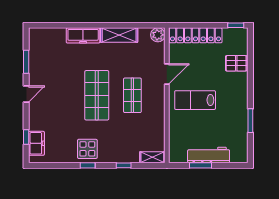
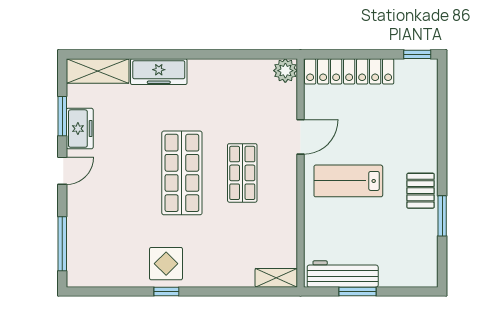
shelving: (119, 35) -> (98, 71), moved
pallet: (236, 63) -> (421, 191), moved, turned 90
window: (26, 137) -> (62, 244), width x2.17
freezer: (36, 143) -> (80, 129), moved
workbench: (209, 155) -> (343, 274), moved
window: (124, 165) -> (227, 291), removed

